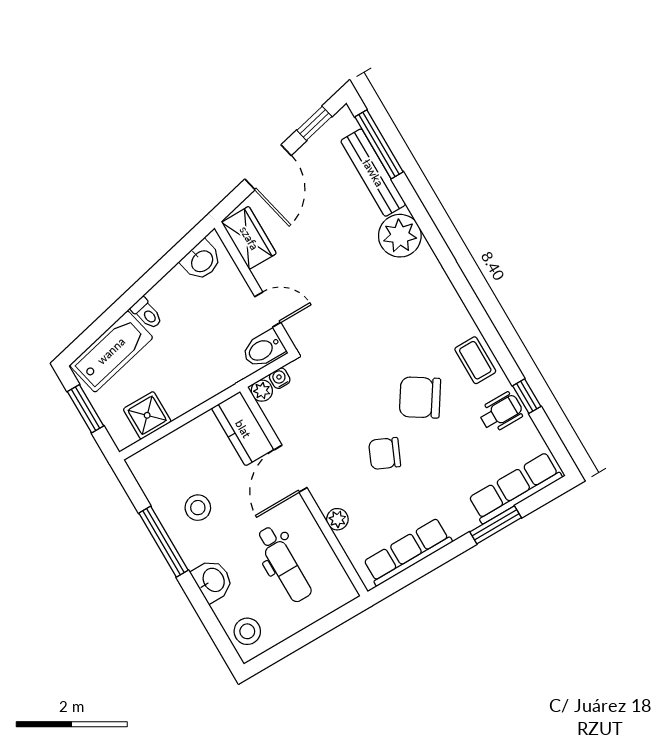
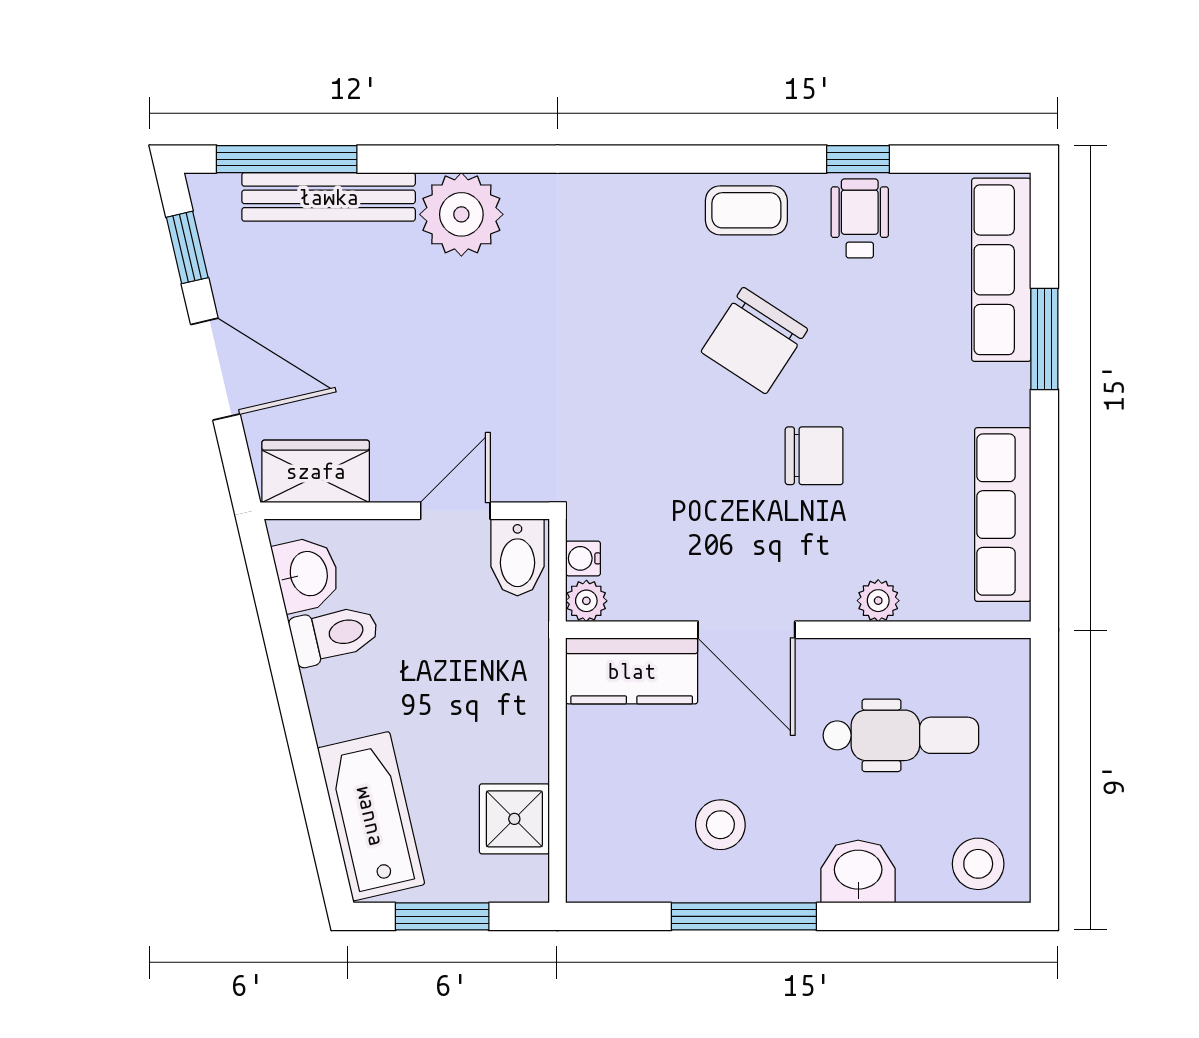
toilet: (147, 313) -> (334, 634), moved, width x1.37, depth x1.39
chair: (385, 454) -> (814, 456), turned -114

